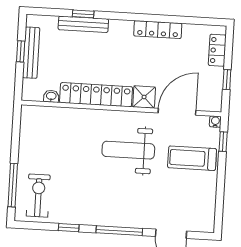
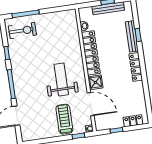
locker: (158, 30) -> (136, 67), moved

